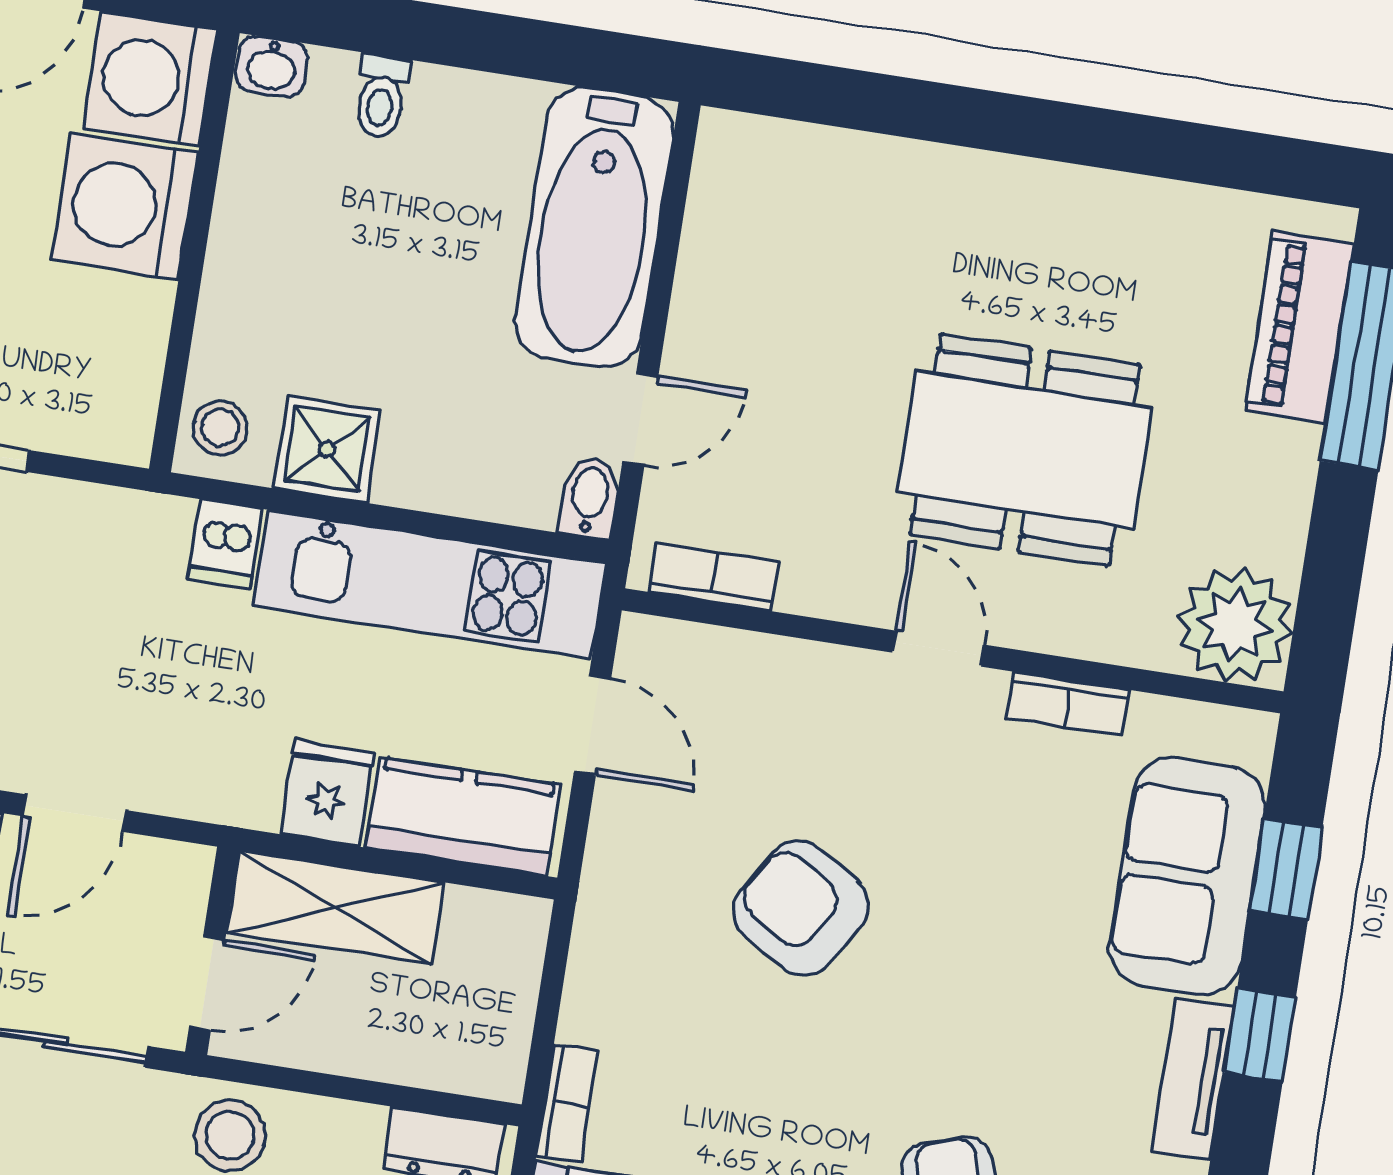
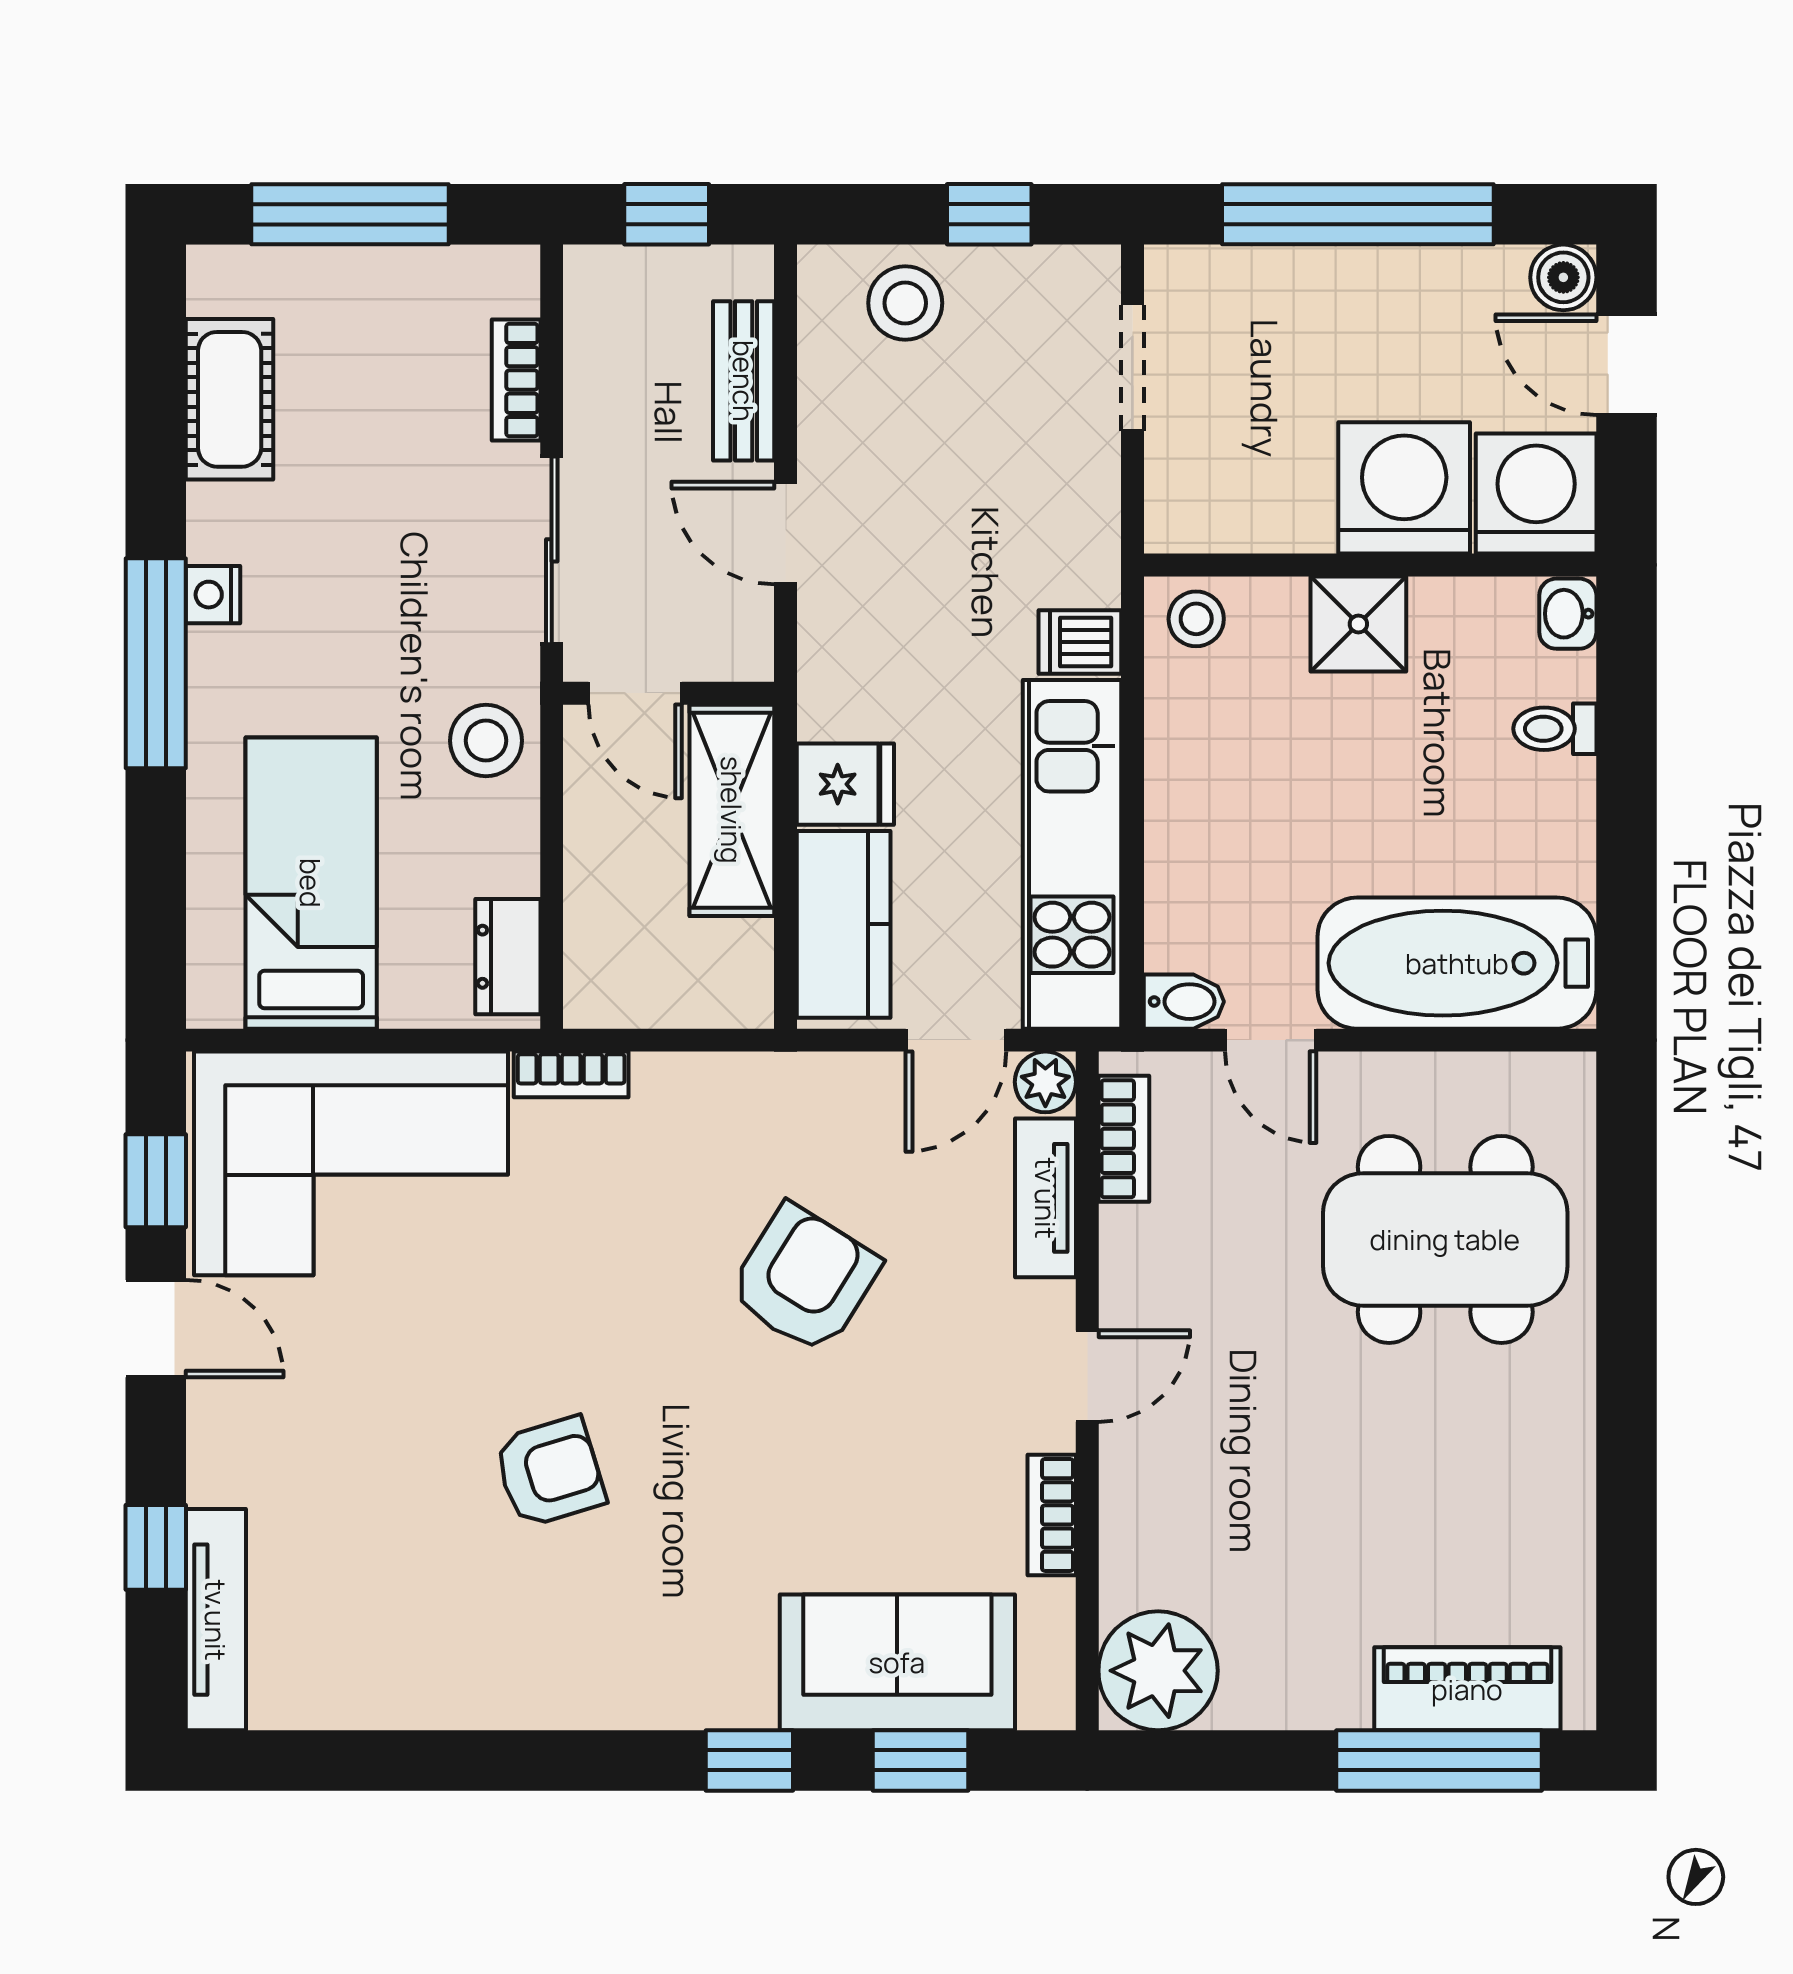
shower: (327, 449) -> (1358, 624), moved
dining table: (1025, 450) -> (1445, 1239), moved, turned 90
plant: (647, 644) -> (1045, 1082), added
tv unit: (1193, 1079) -> (1046, 1198), moved, turned -90

